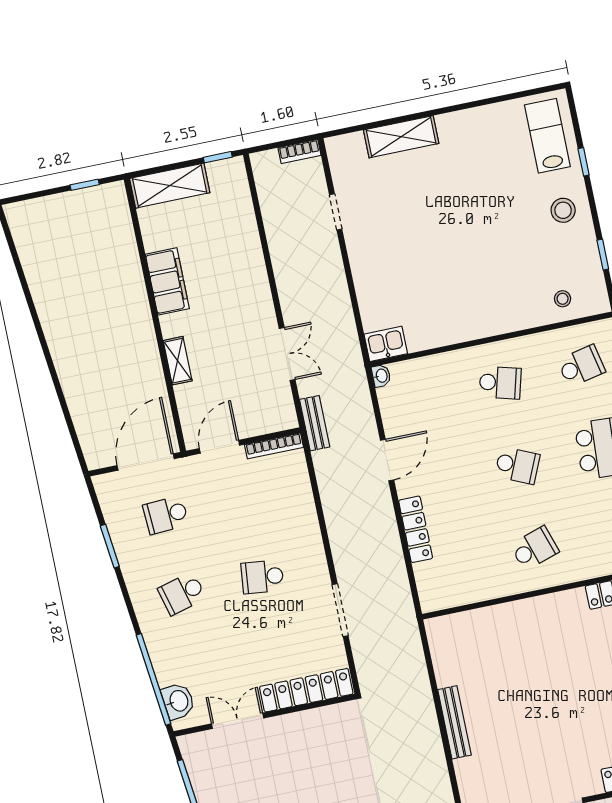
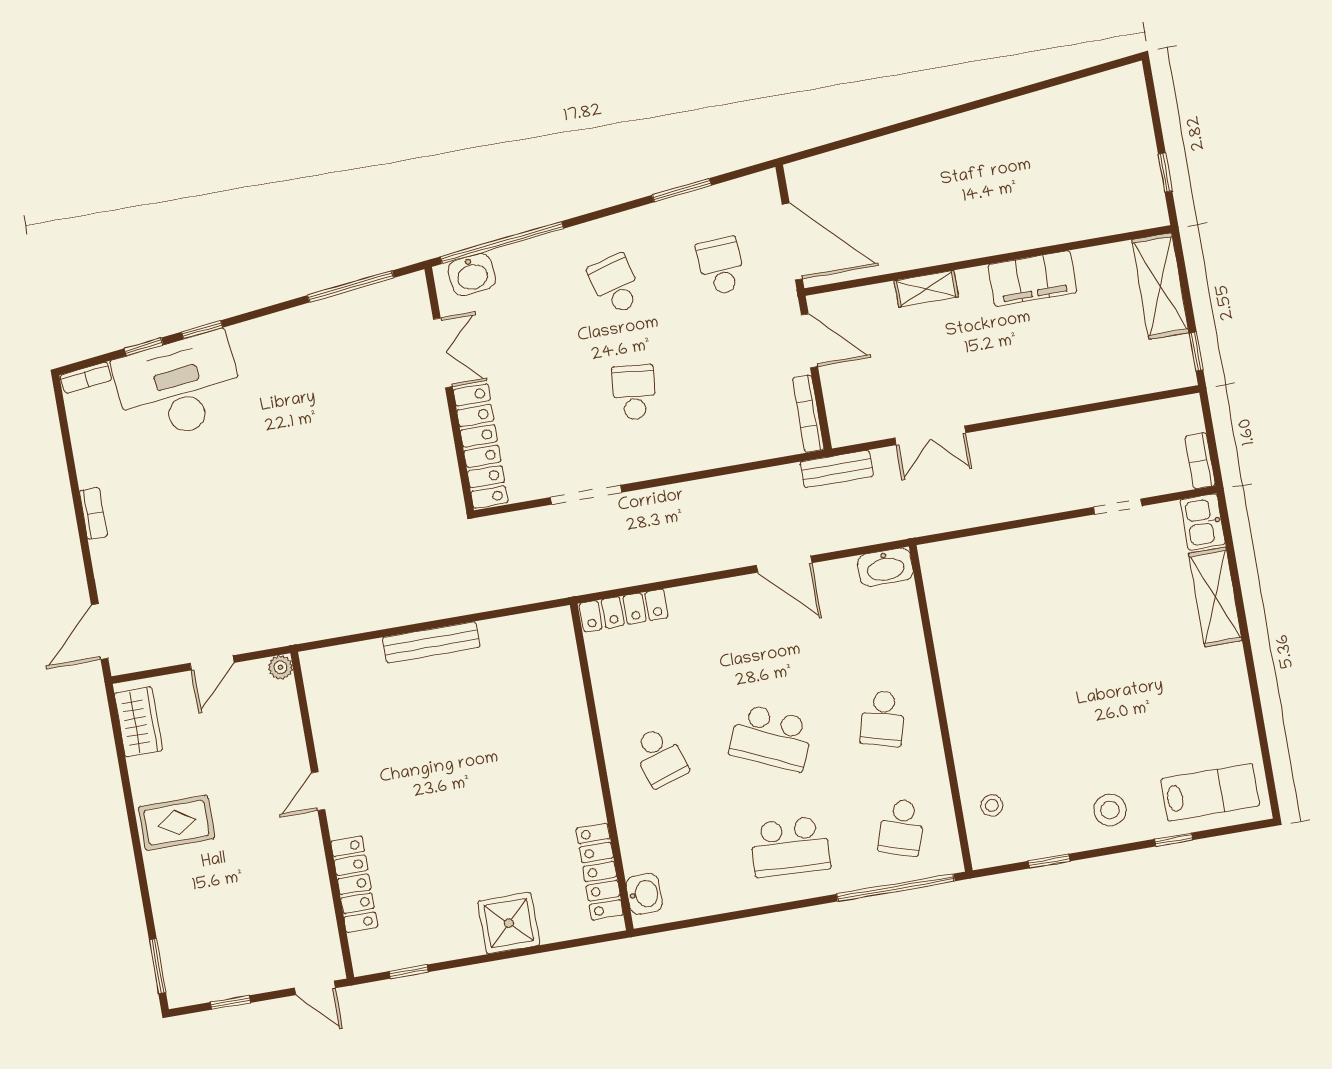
kitchen sink: (386, 344) -> (1203, 522), moved, turned 180
school desk: (581, 366) -> (901, 827), turned 30
washbasin: (381, 376) -> (885, 567), width x1.91, depth x1.45
school desk: (517, 466) -> (771, 738), width x1.85
locker: (416, 529) -> (624, 611), moved

